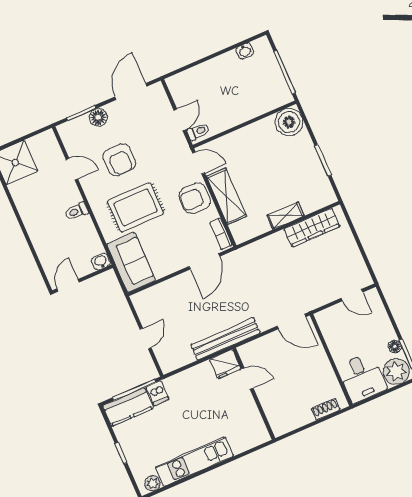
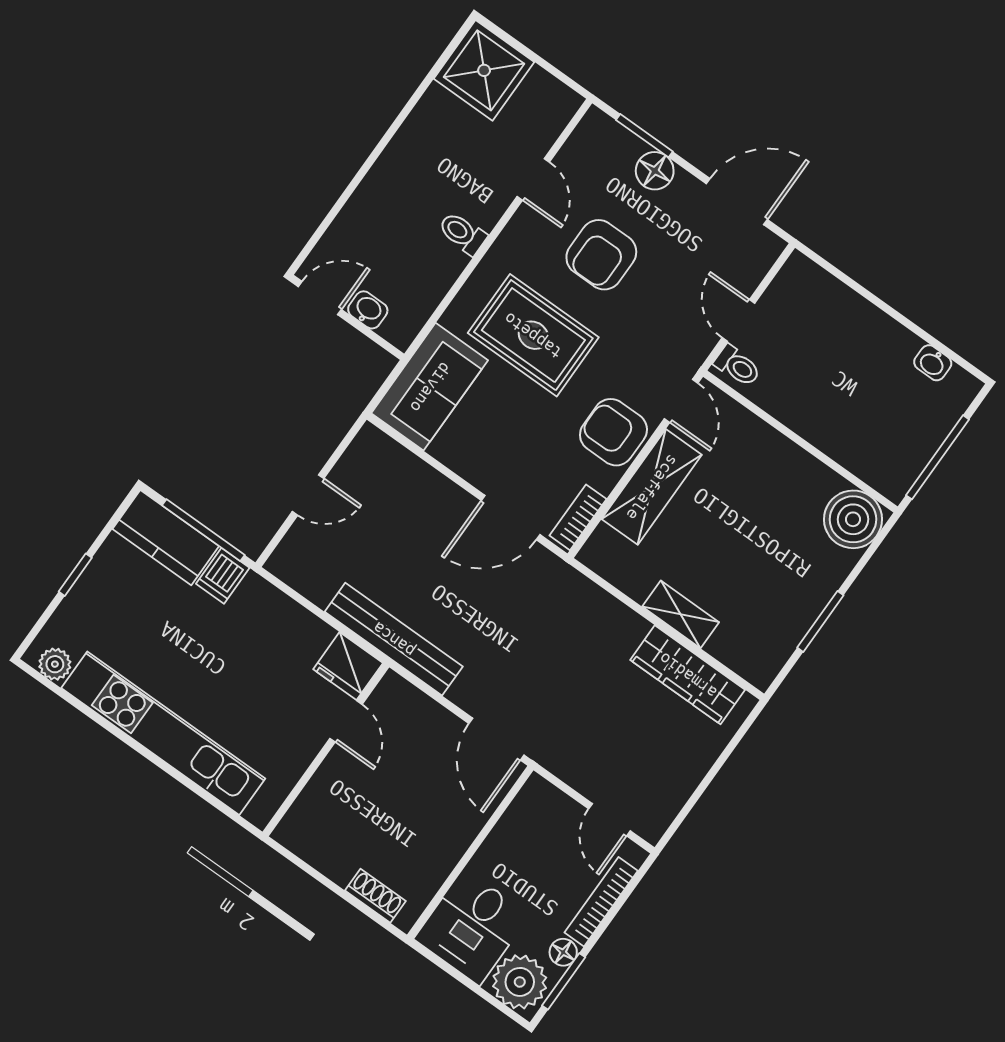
door: (180, 120) -> (738, 321), swing flipped
washbasin: (101, 262) -> (368, 310), moved
bookcase: (383, 319) -> (601, 902), added
kitchen unit: (195, 462) -> (163, 733), width x1.36

